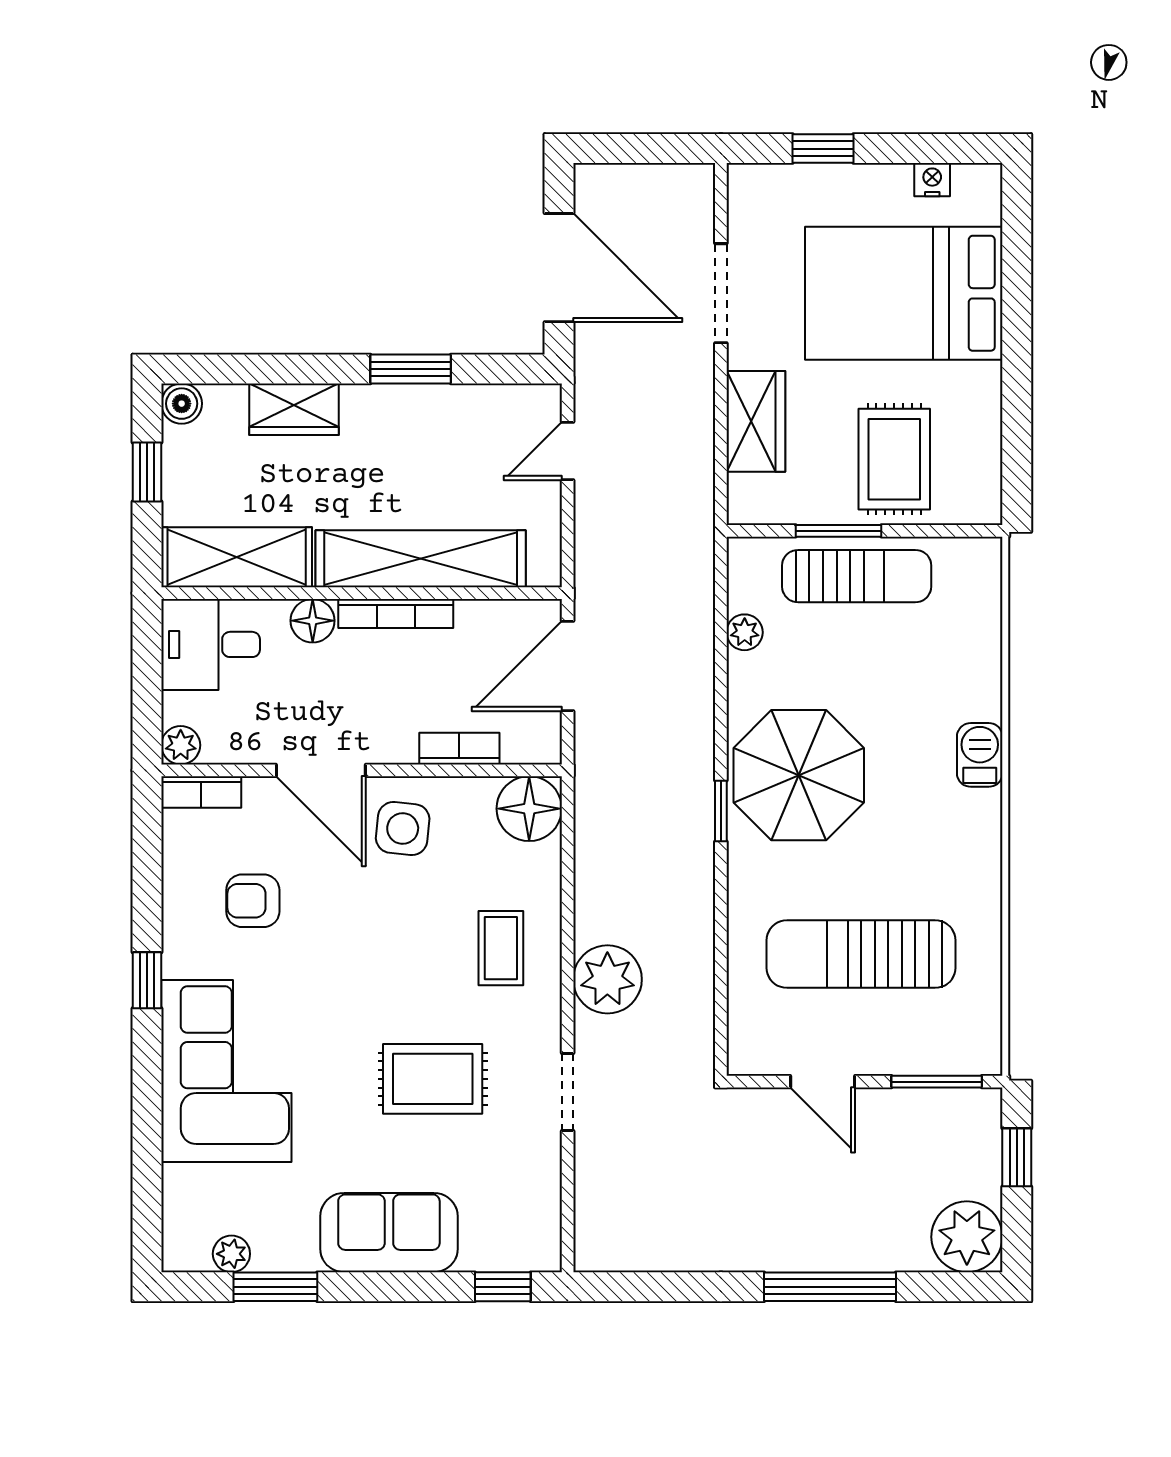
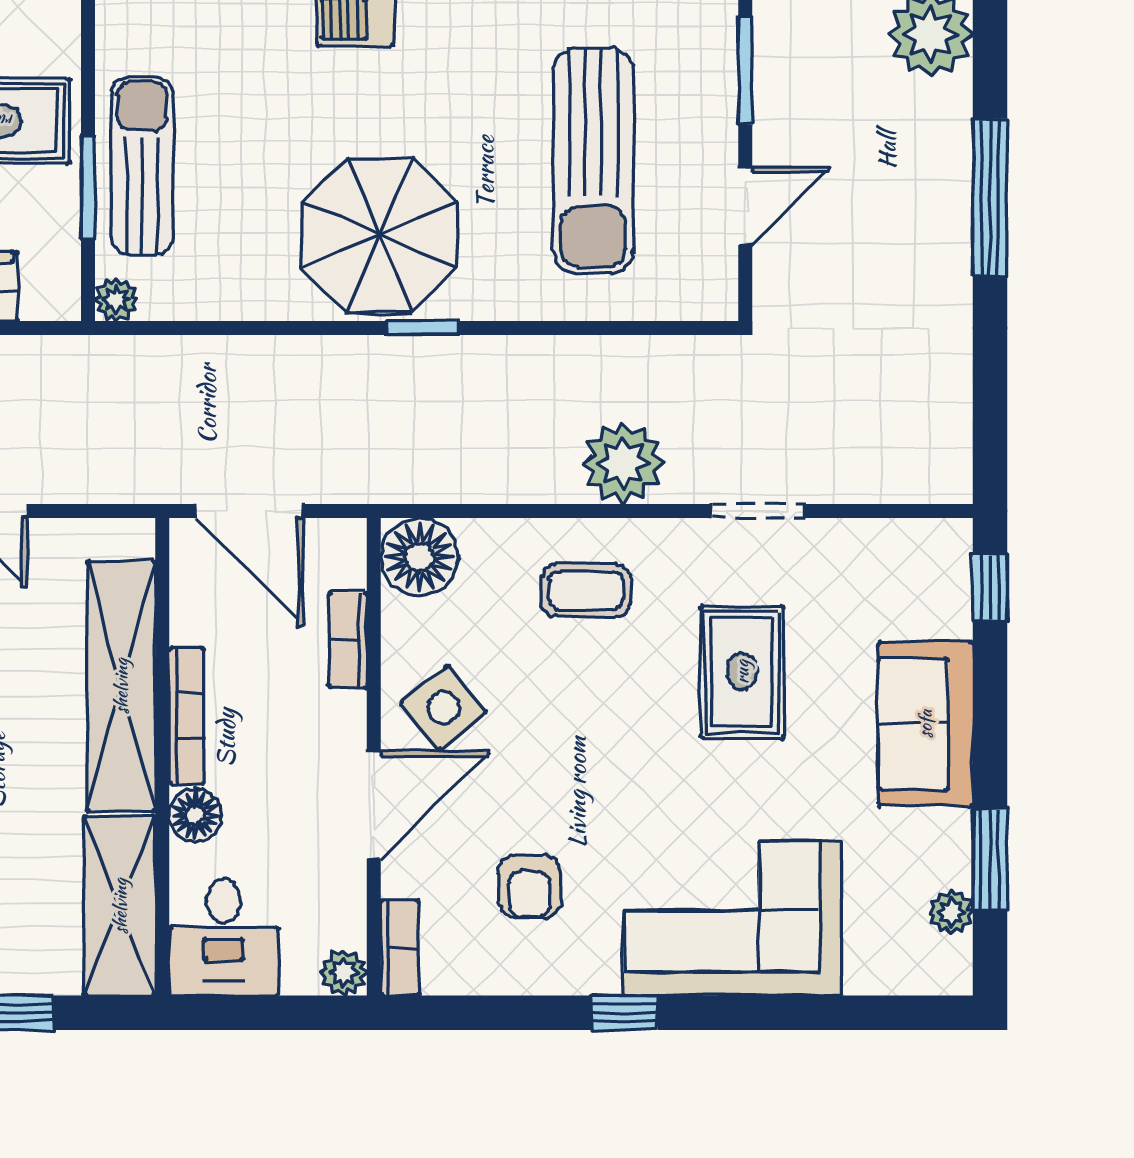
plant: (745, 632) -> (116, 300), moved
side table: (403, 829) -> (443, 708), turned 45

